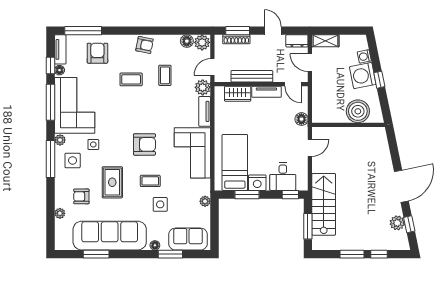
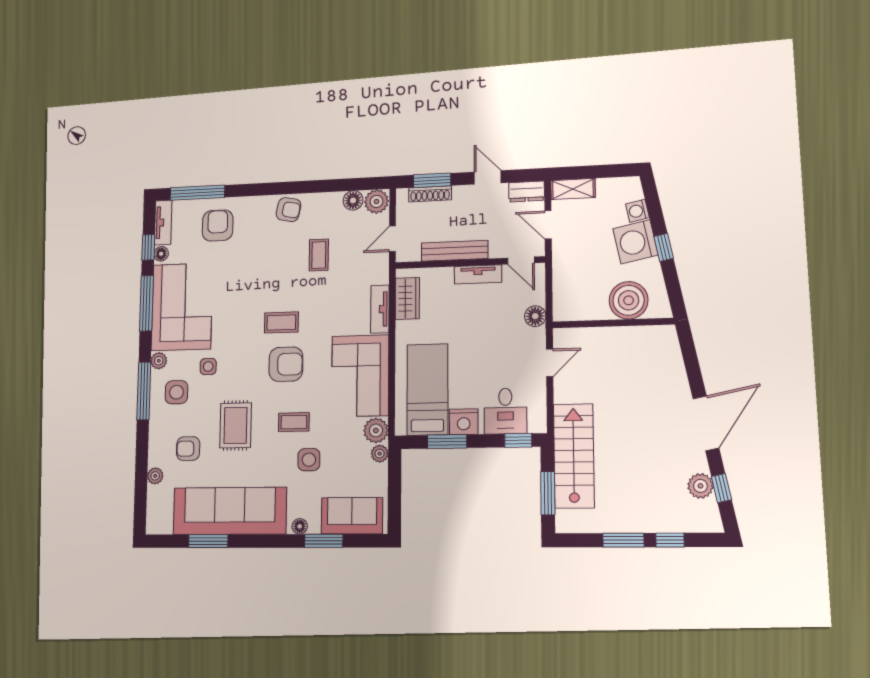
coffee table: (131, 79) -> (281, 322), moved
plant: (203, 87) -> (376, 430), moved
wardrobe: (238, 94) -> (407, 298), moved, turned -90

